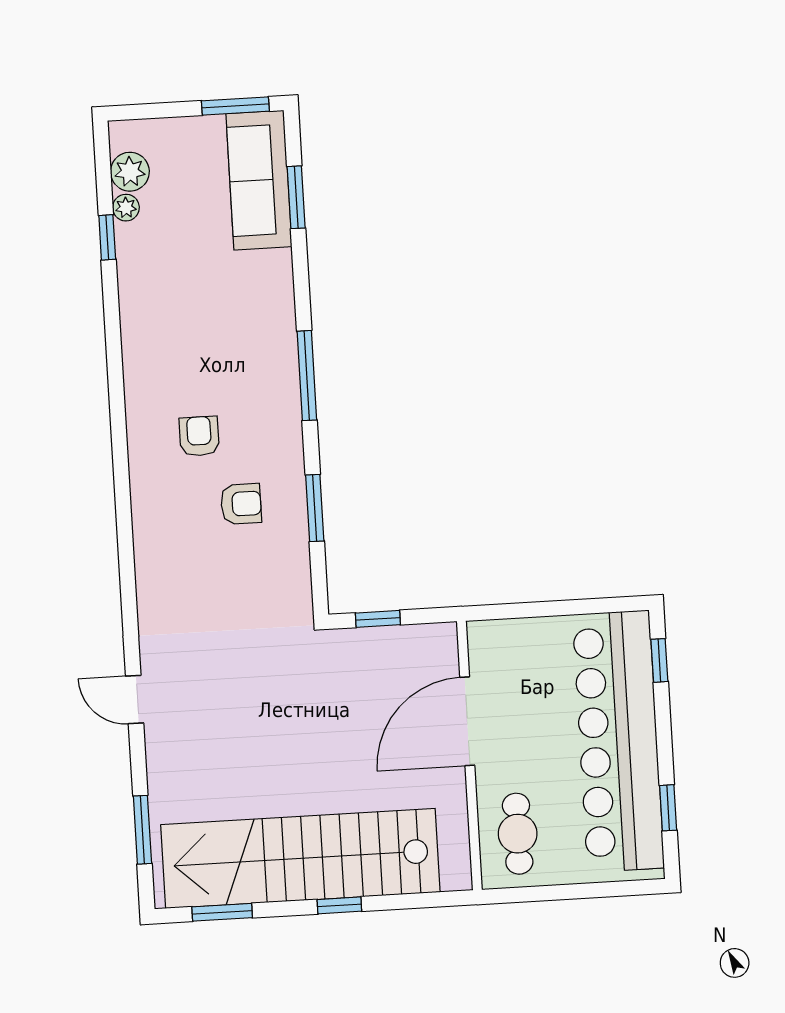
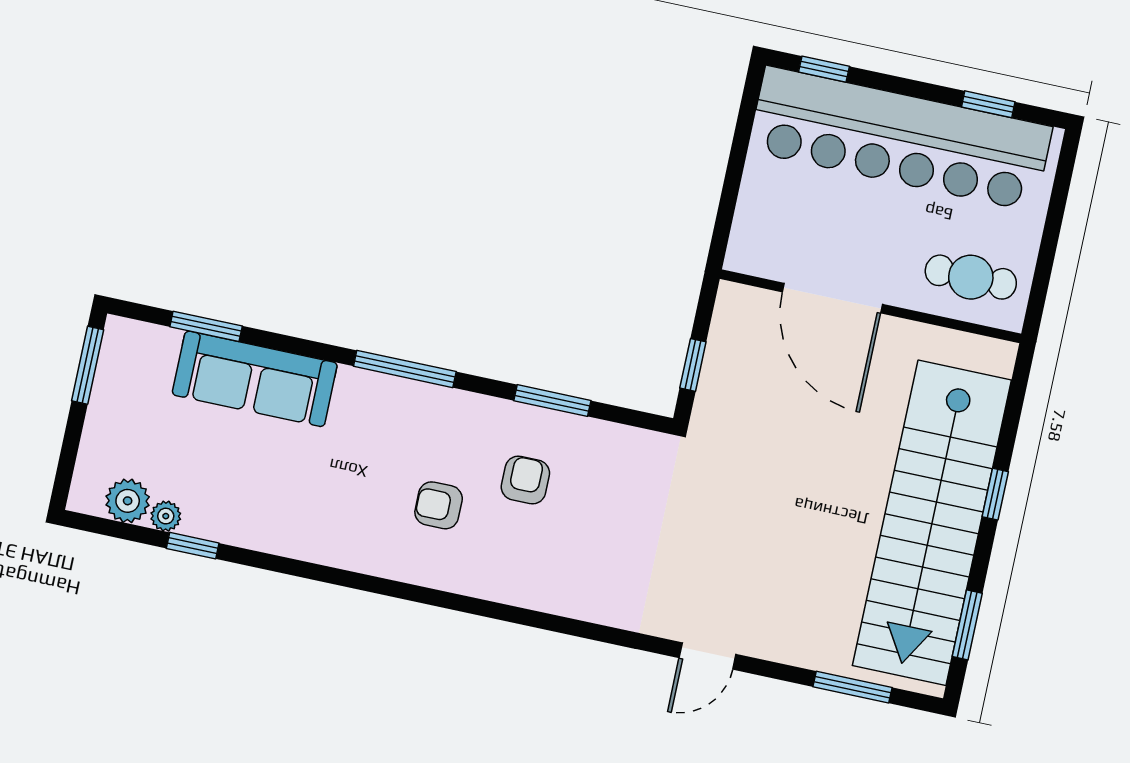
sofa: (259, 180) -> (255, 379), moved

